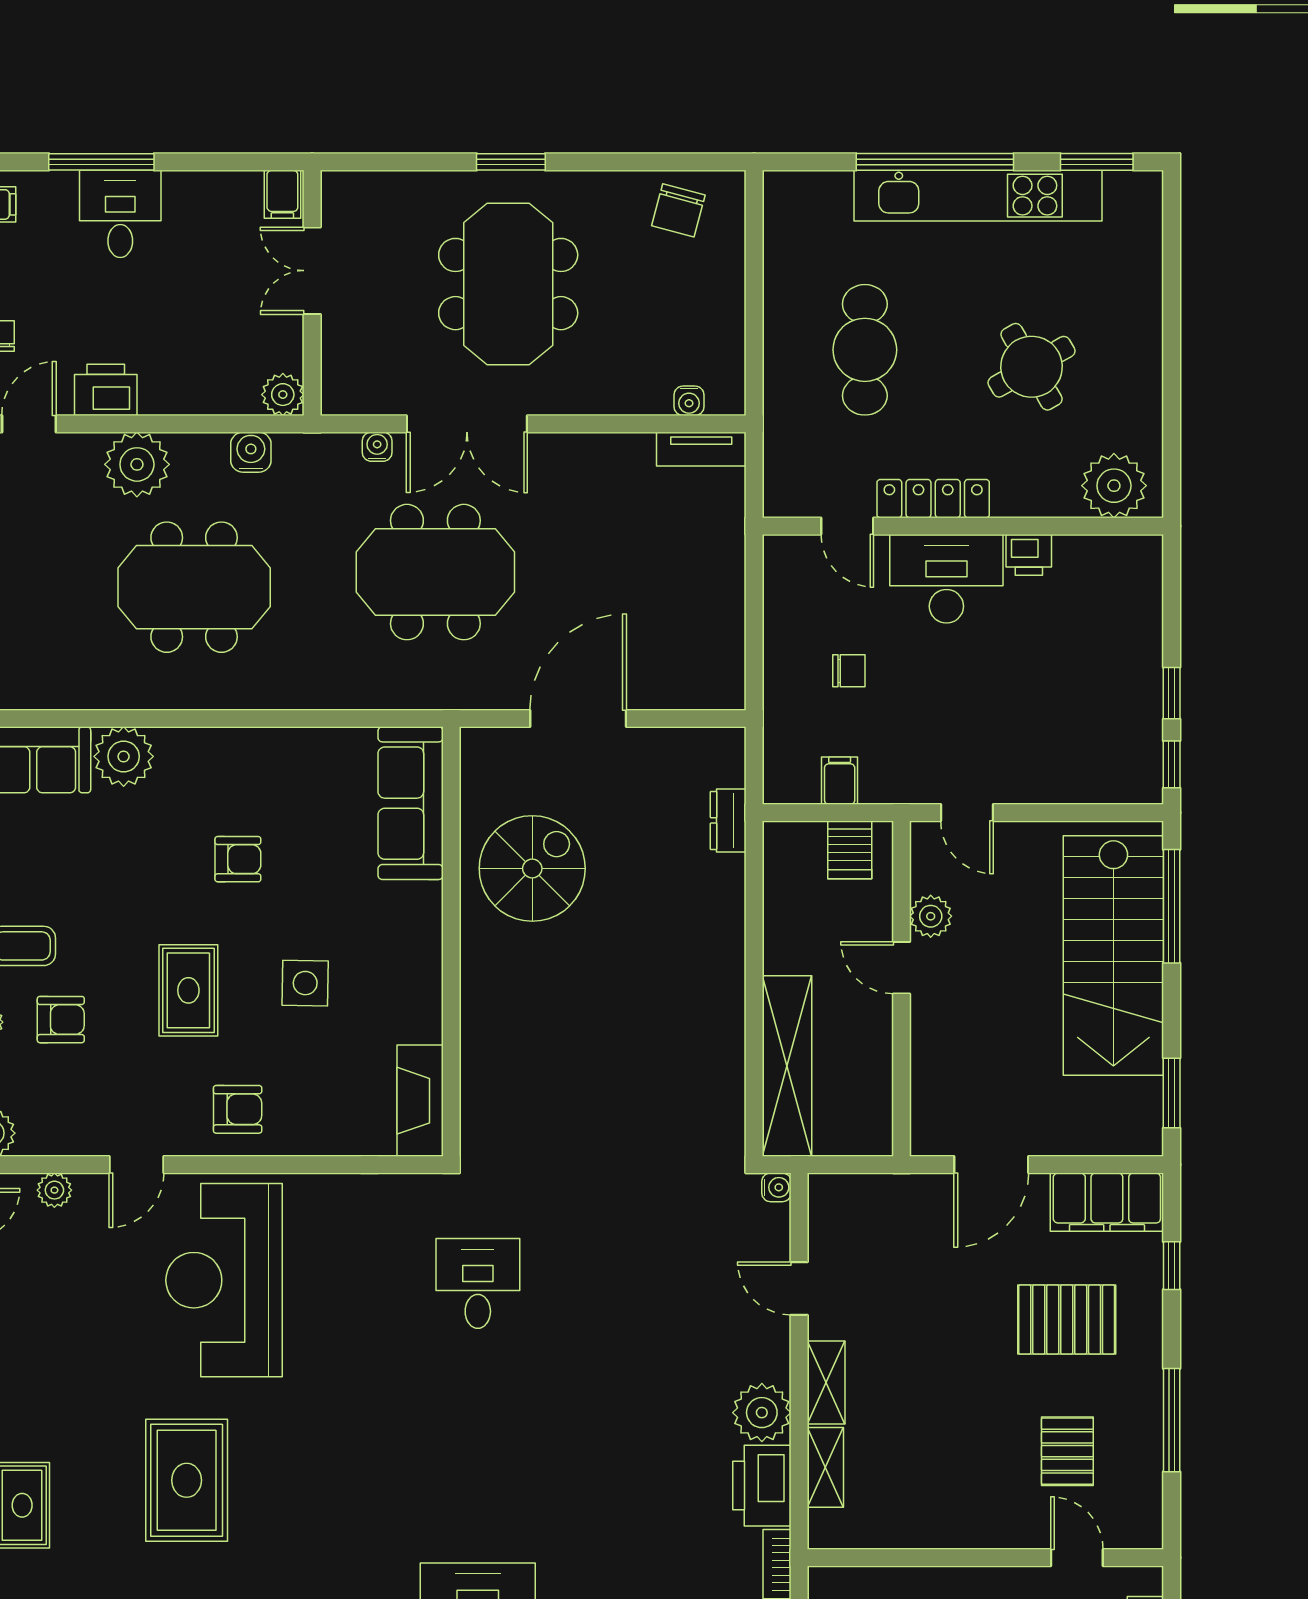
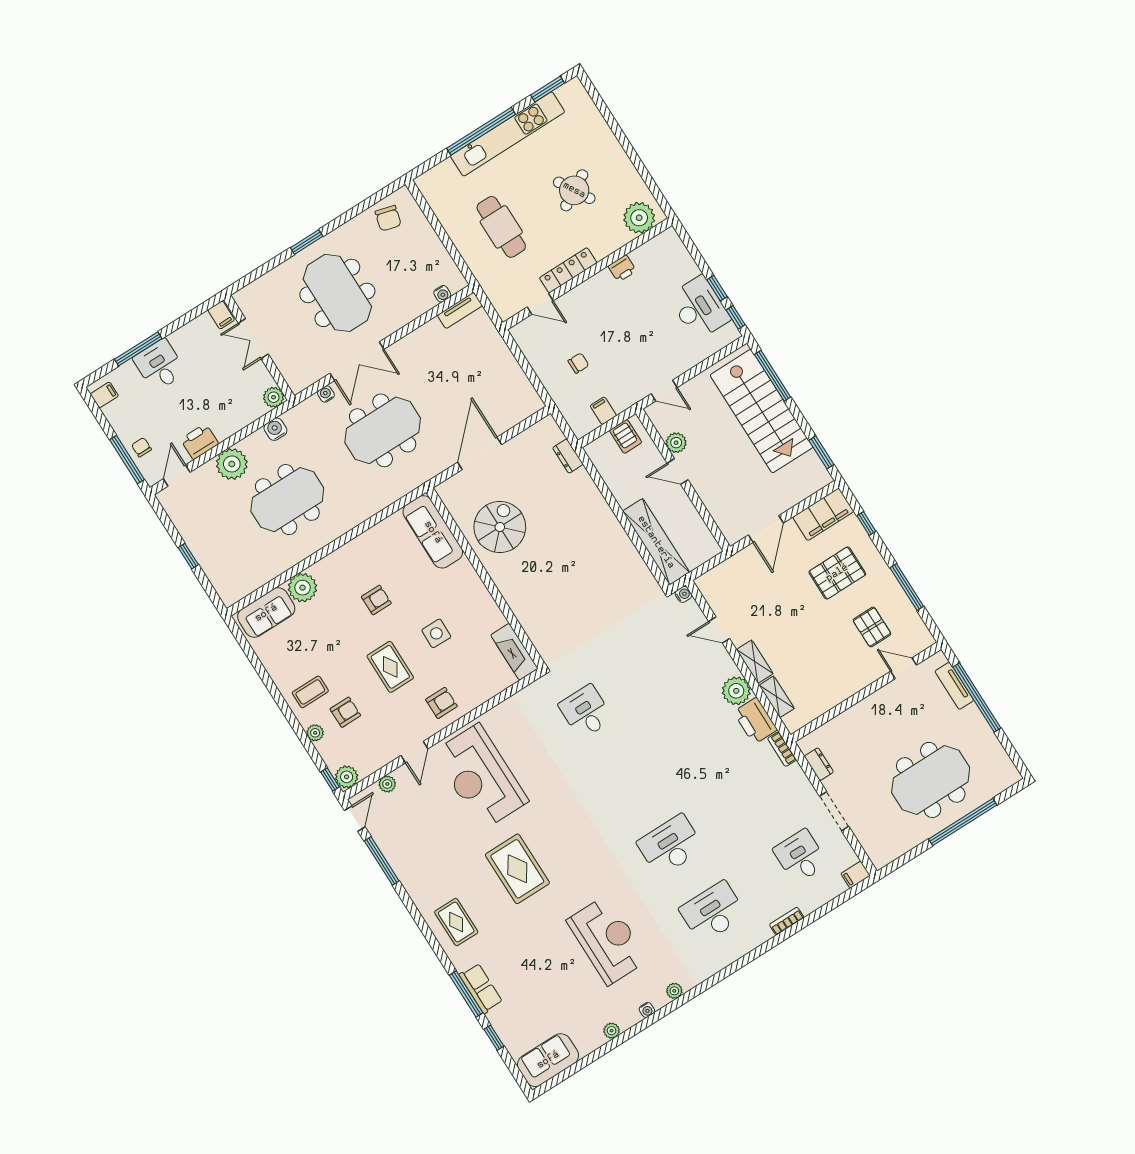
desk: (946, 579) -> (699, 308), moved, turned 90

